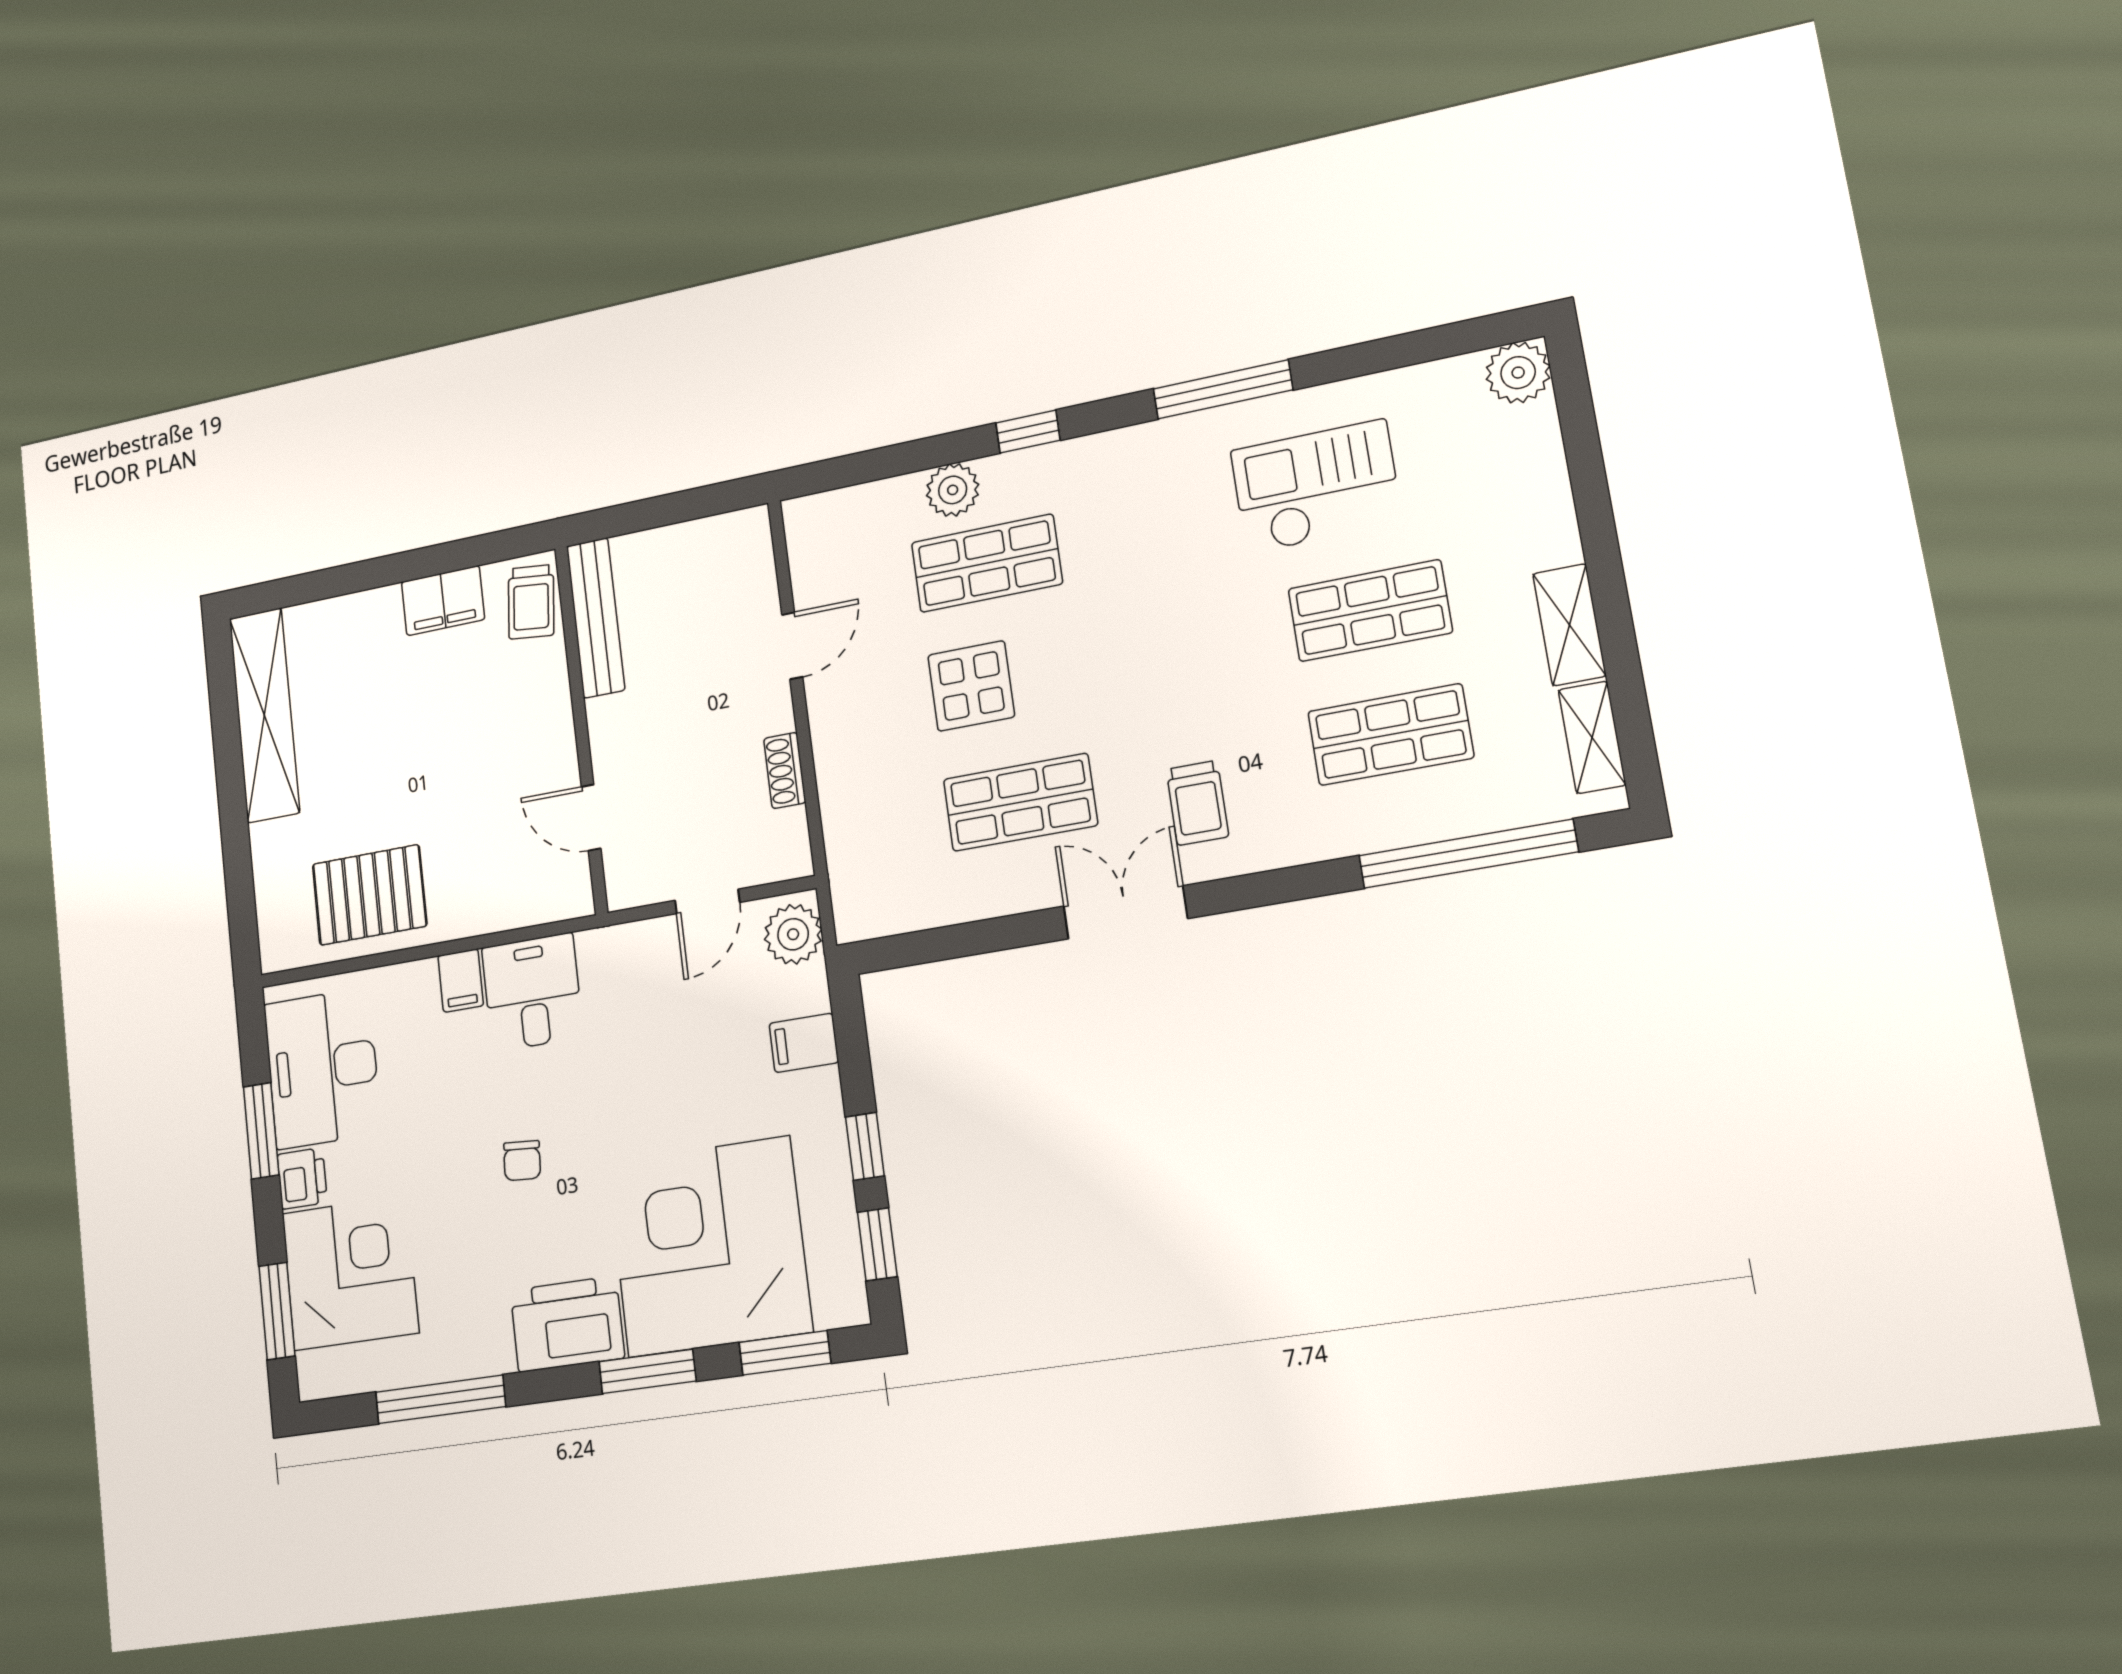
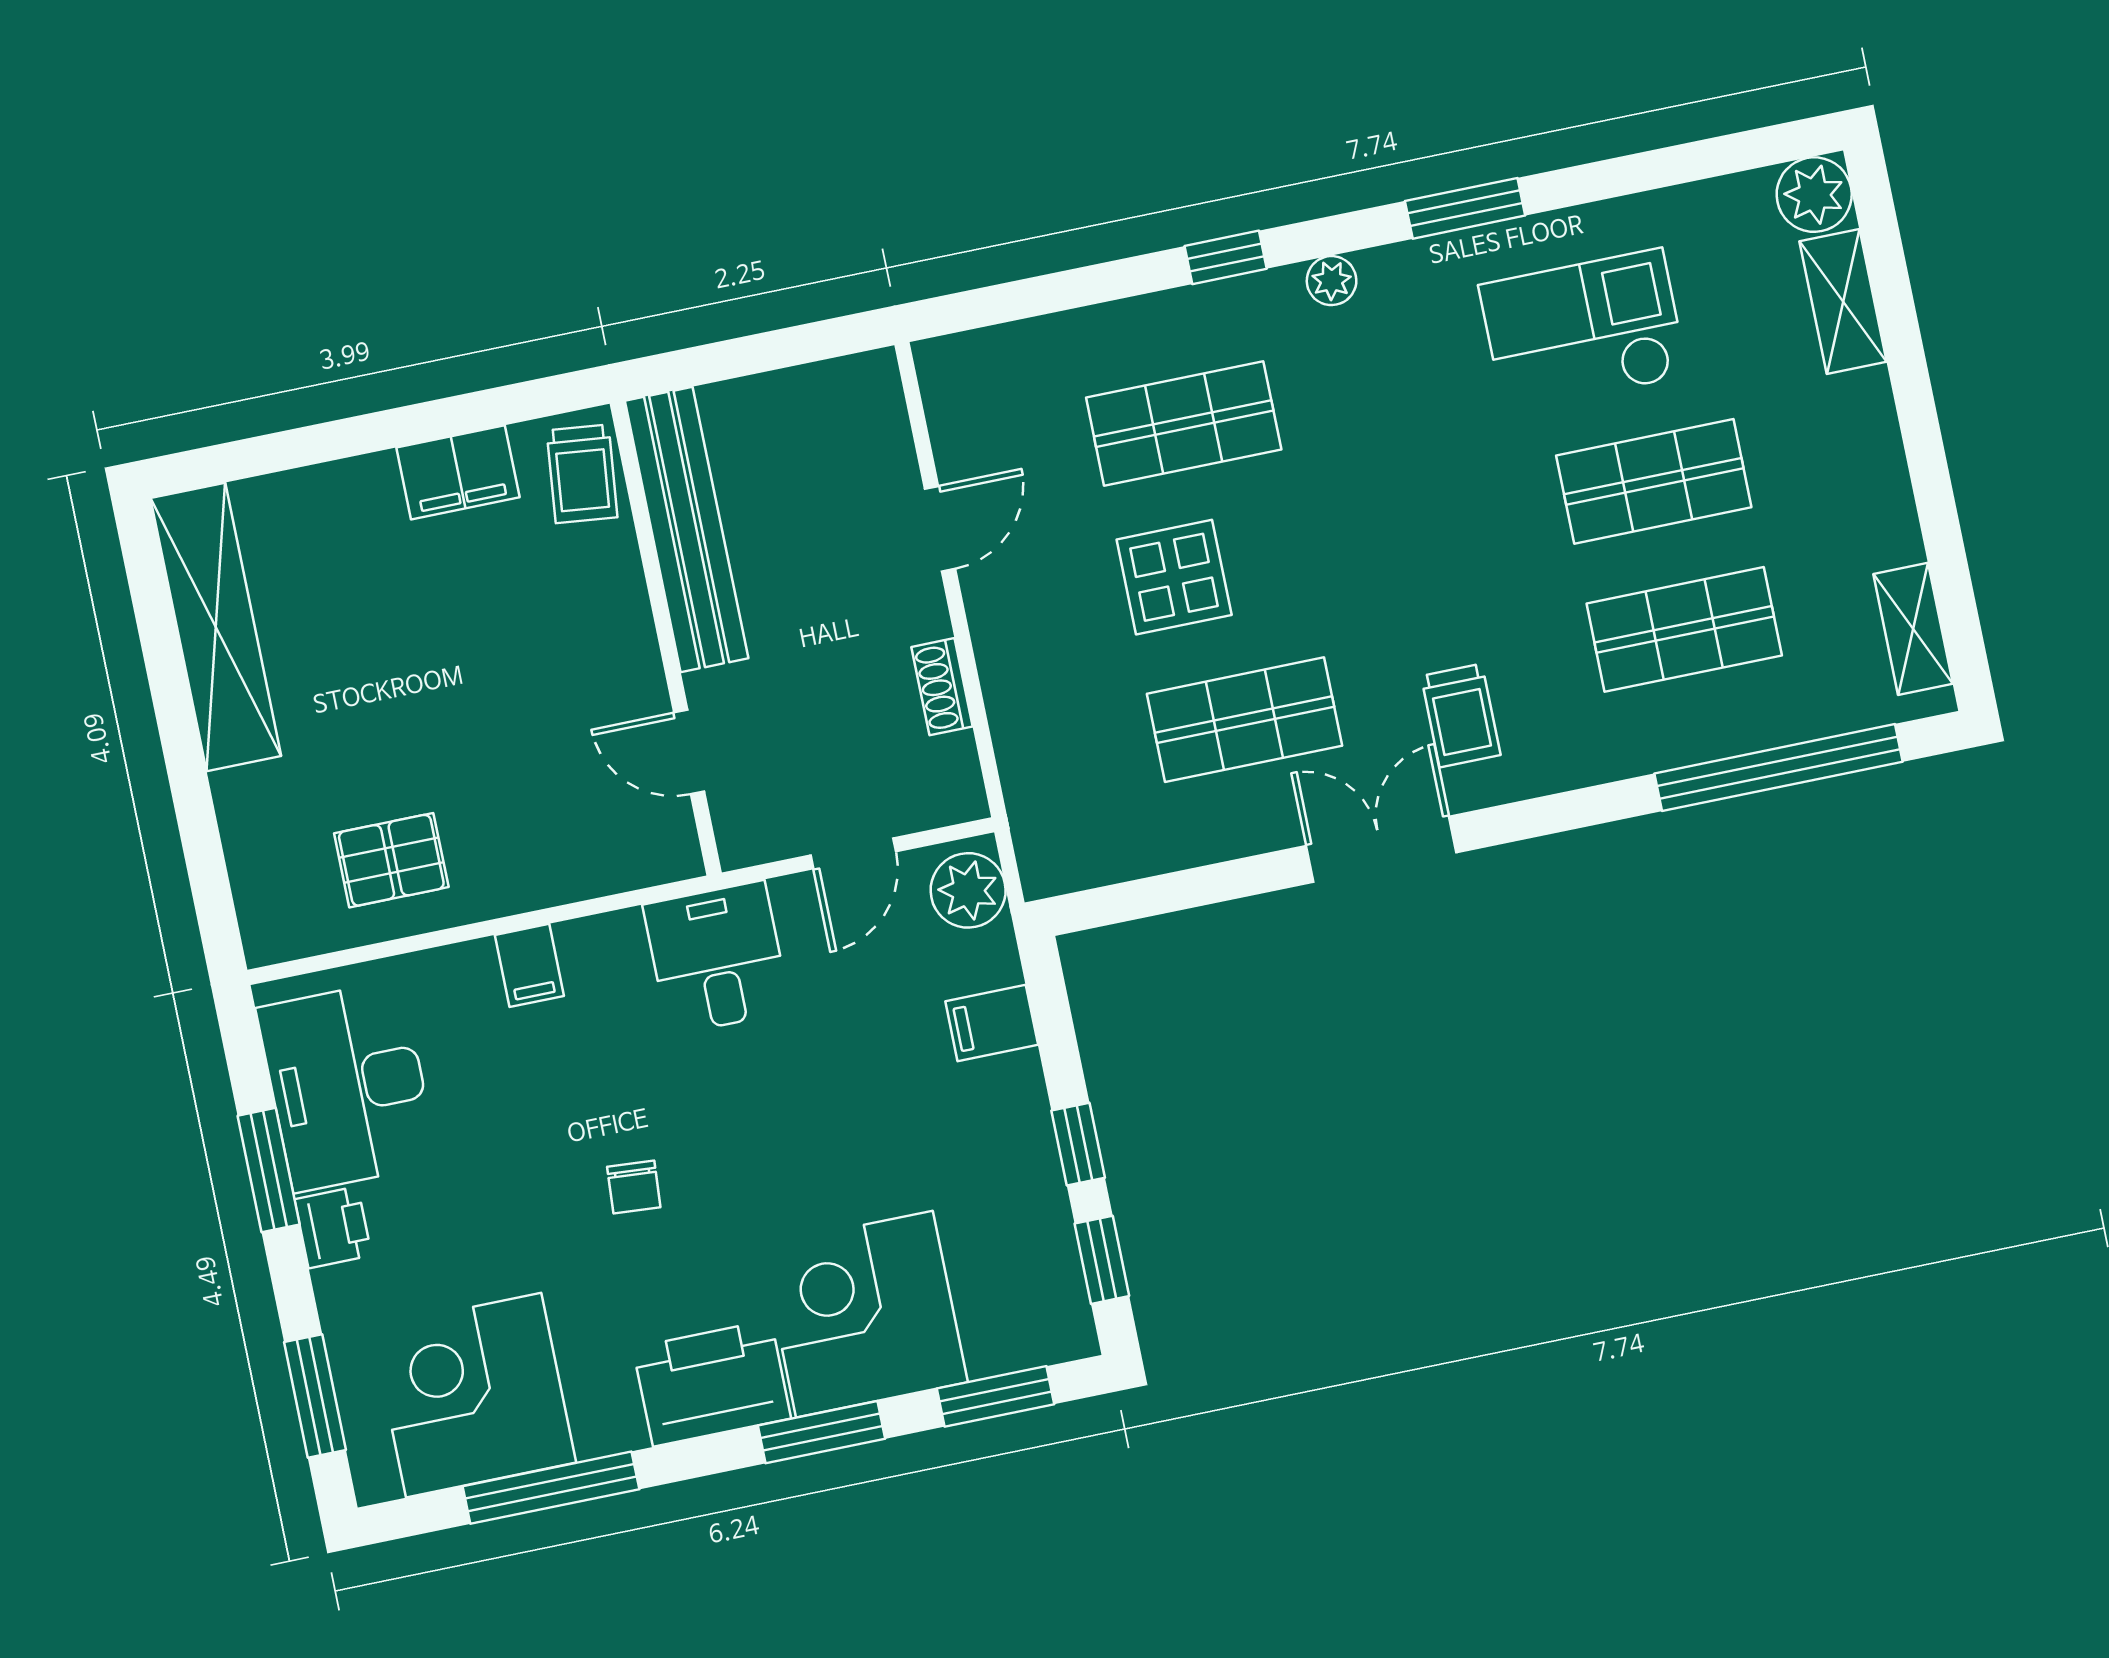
window: (1223, 389) -> (1465, 208), width x0.69
plant: (953, 490) -> (1332, 281), moved, width x0.73, depth x0.73
bench: (596, 618) -> (687, 529), width x1.37, depth x1.21
shelving: (1569, 625) -> (1843, 301), moved
pallet: (369, 895) -> (391, 860), width x0.67, depth x0.71
desk: (532, 992) -> (717, 958), moved
corner desk: (709, 1247) -> (864, 1314), width x0.74, depth x0.74
corner desk: (350, 1273) -> (474, 1395), moved, turned -90

